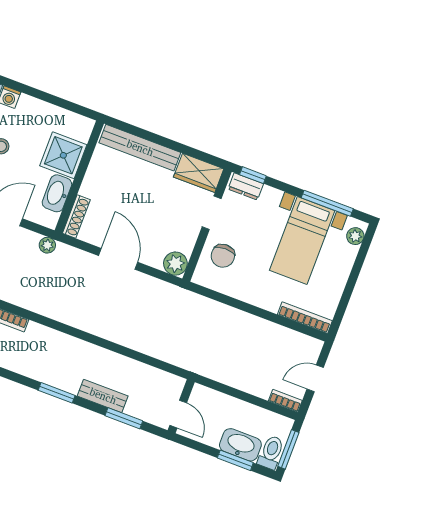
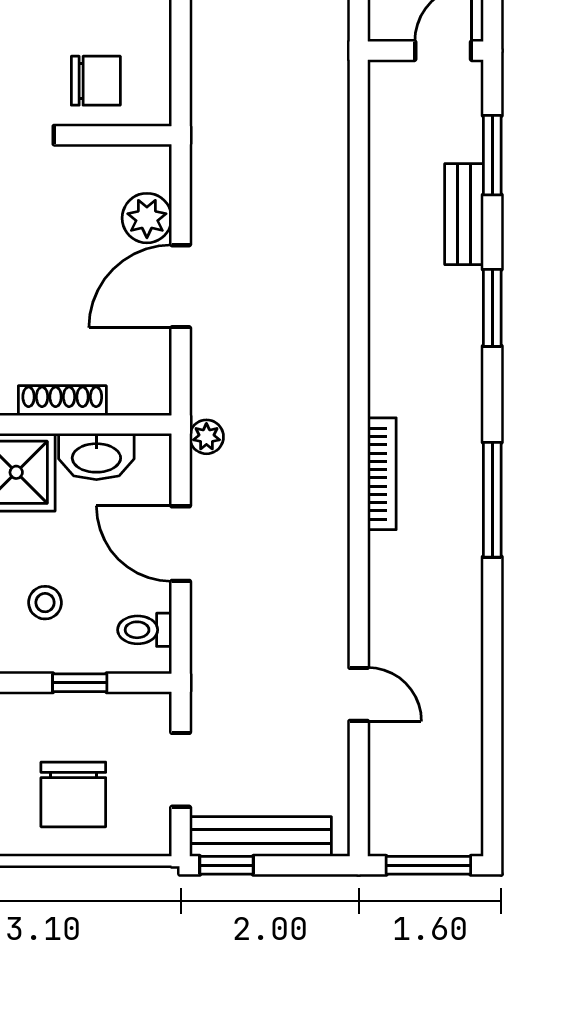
shoe rack: (76, 216) -> (62, 401), moved
plant: (175, 264) -> (147, 218), moved

